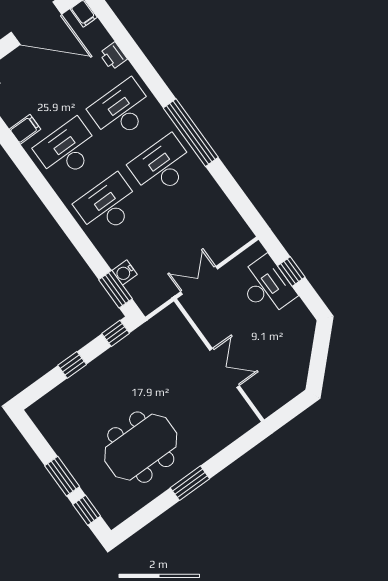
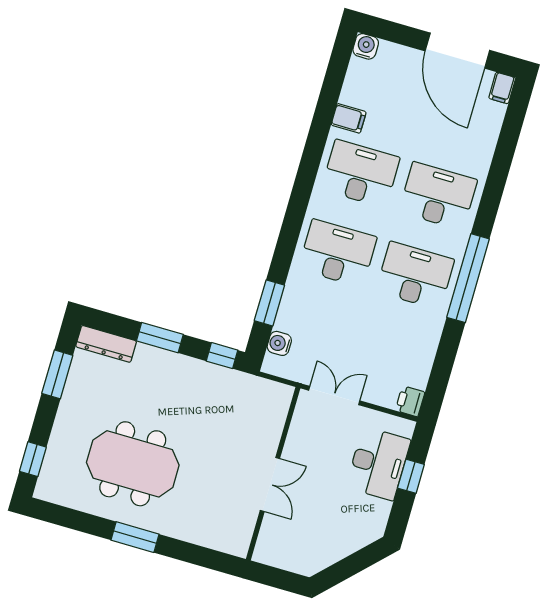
printer: (113, 56) -> (410, 401), moved
water cooler: (125, 273) -> (279, 343), moved
window: (115, 289) -> (269, 303), moved
window: (72, 365) -> (160, 338), width x1.50
dresser: (49, 403) -> (106, 344), added
window: (62, 476) -> (57, 374), moved

